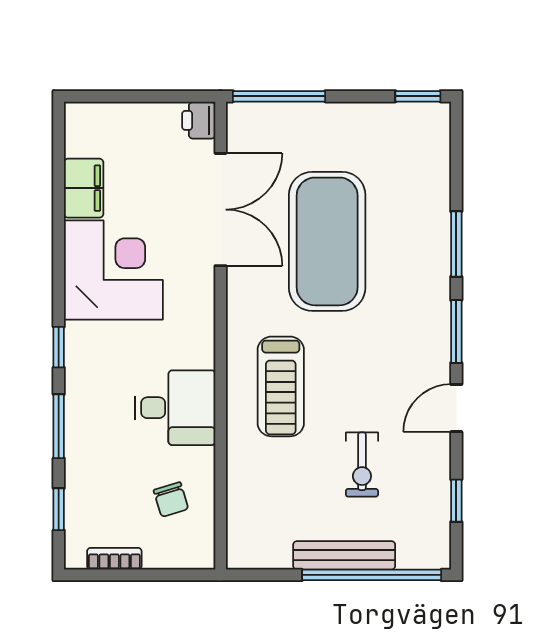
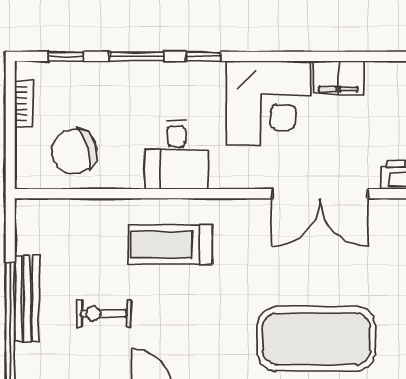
exercise mat: (327, 241) -> (316, 339), moved
desk: (175, 408) -> (176, 155), moved
chair: (171, 499) -> (74, 152), width x1.87, depth x1.87

